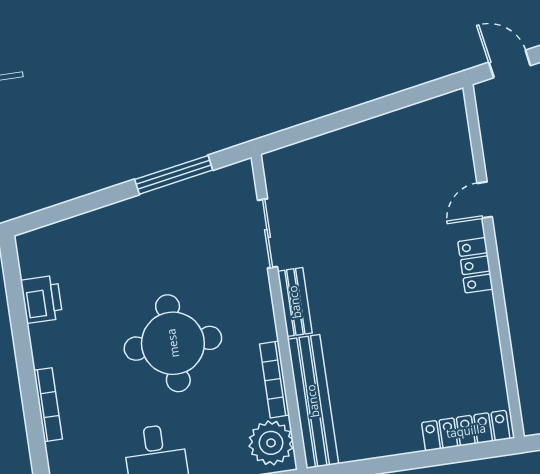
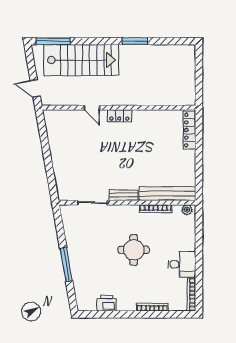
door: (510, 64) -> (35, 88), hinge flipped
window: (174, 175) -> (66, 265), moved
round table: (173, 343) -> (134, 250), width x0.73, depth x0.73
plant: (271, 443) -> (187, 210), width x0.53, depth x0.53

